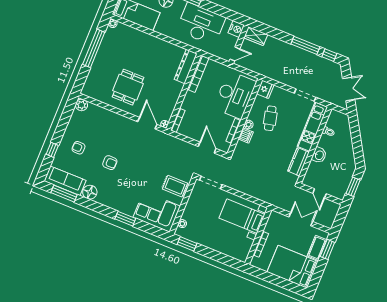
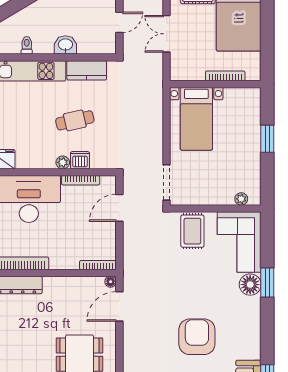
cafe table: (270, 118) -> (75, 120), moved
armchair: (110, 163) -> (197, 337), width x1.88, depth x1.88
floor lamp: (90, 192) -> (250, 285), moved
window: (187, 244) -> (267, 139), moved

